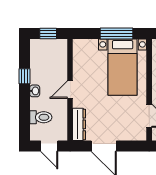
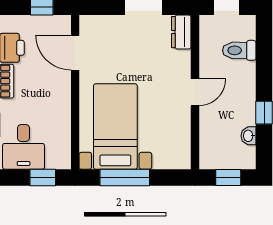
washbasin: (35, 91) -> (249, 136), moved
dresser: (79, 124) -> (181, 32), width x0.70

